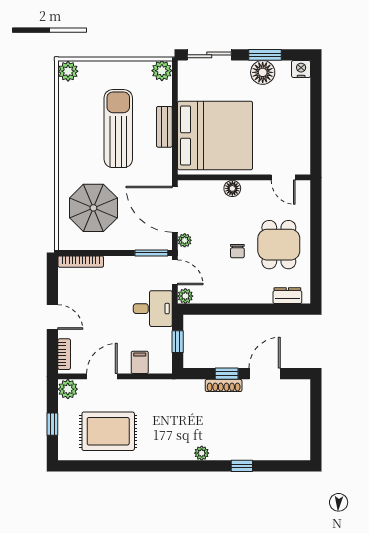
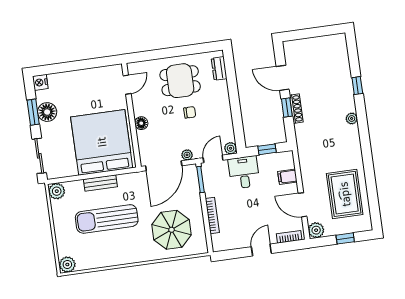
bookcase: (81, 262) -> (212, 216), moved

